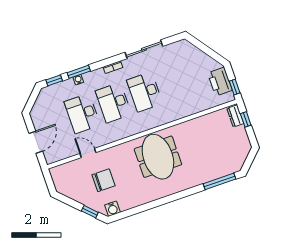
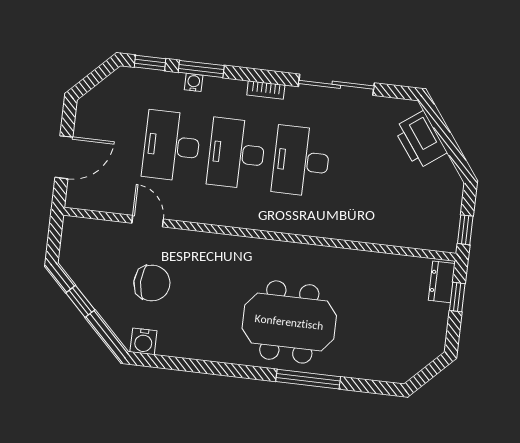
printer: (220, 82) -> (420, 140), moved, turned -36
meeting table: (158, 157) -> (289, 322), moved, turned 90
window: (219, 181) -> (308, 379), moved
window: (90, 212) -> (80, 301), moved

